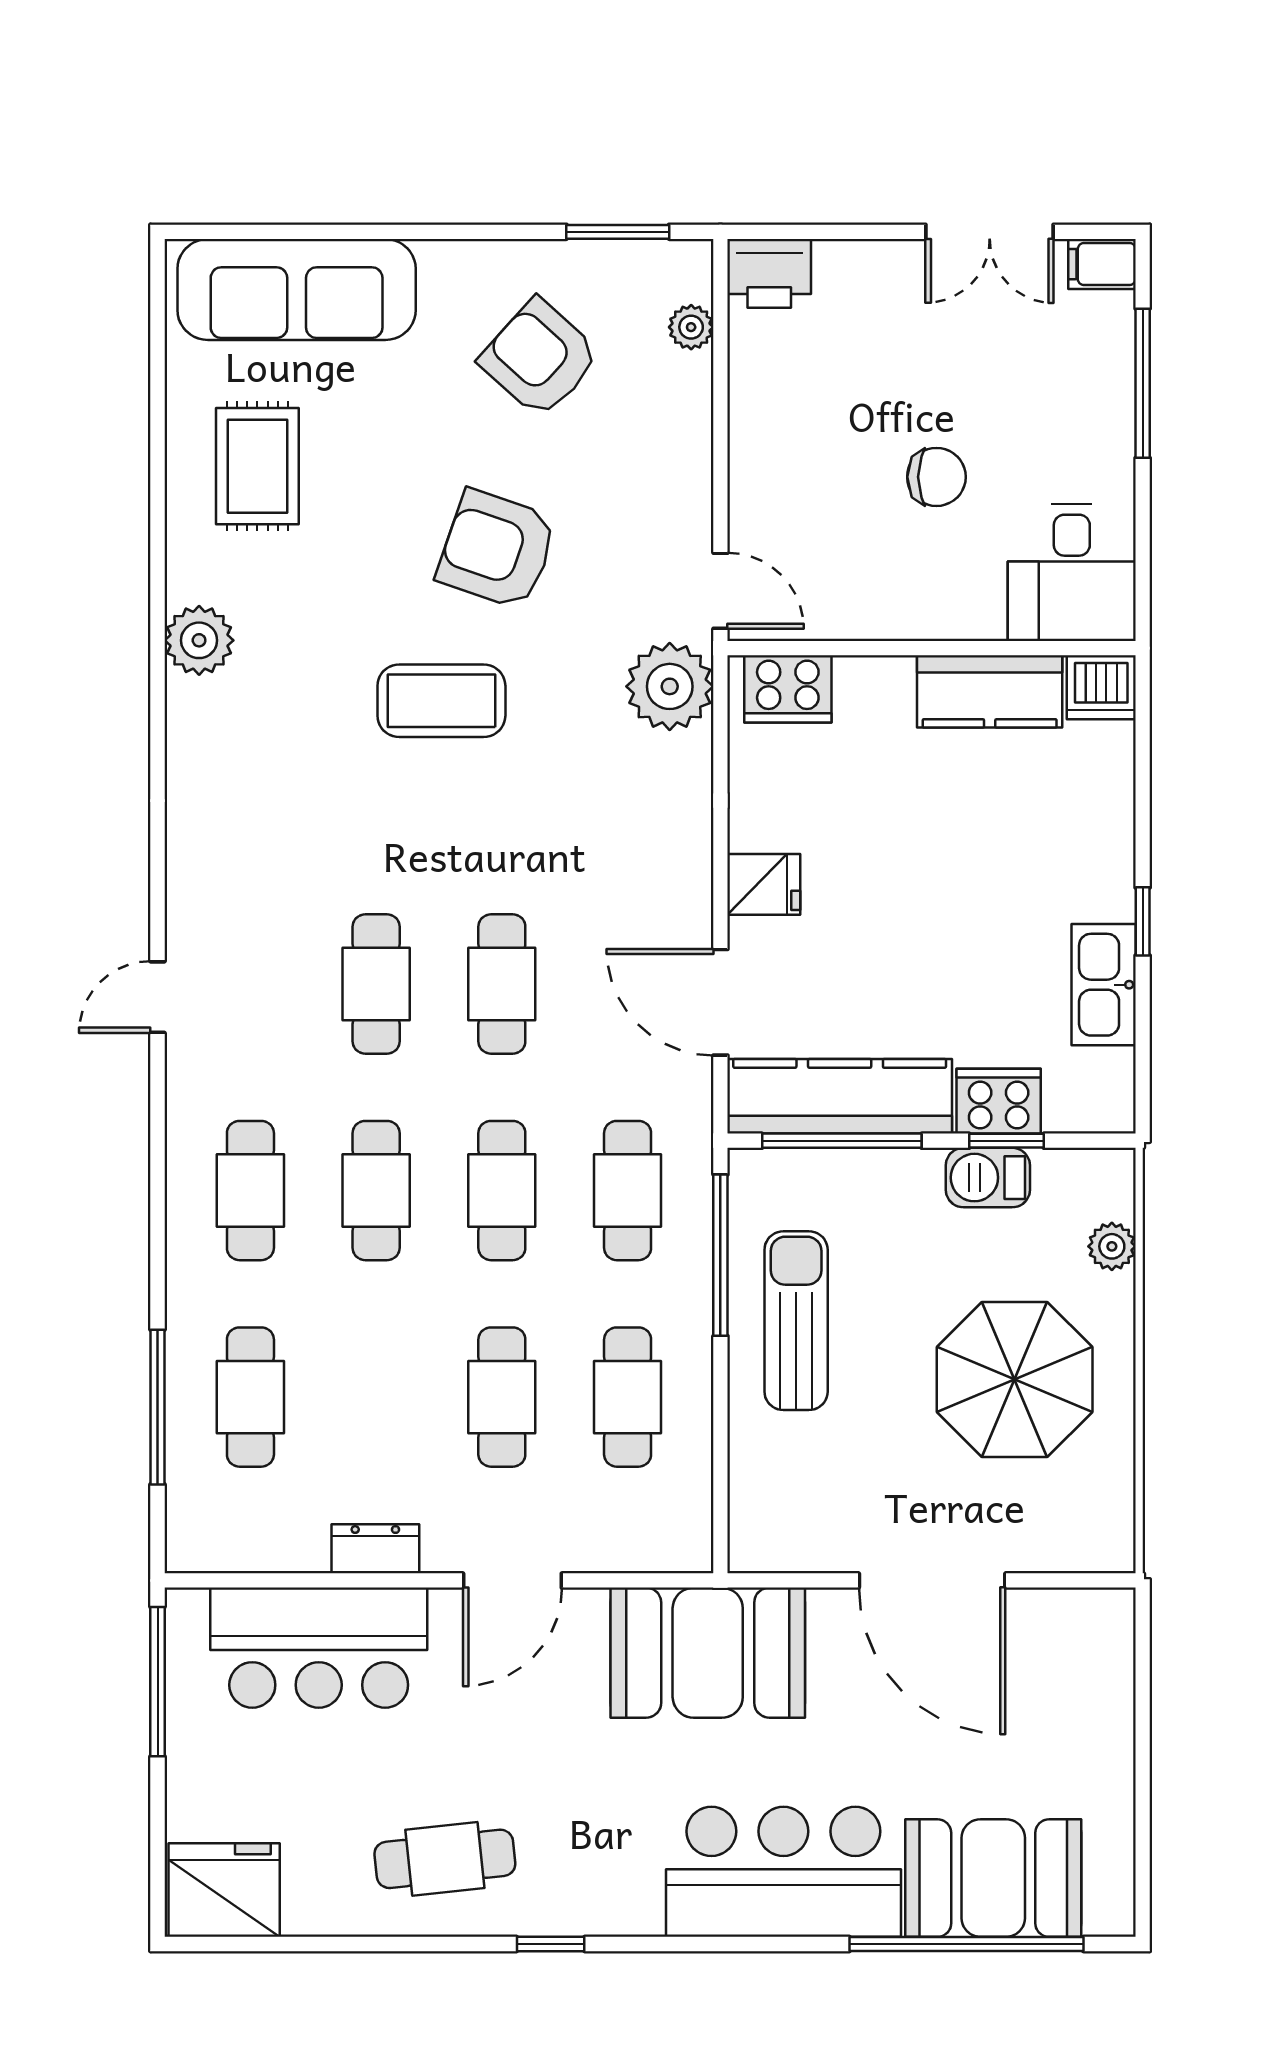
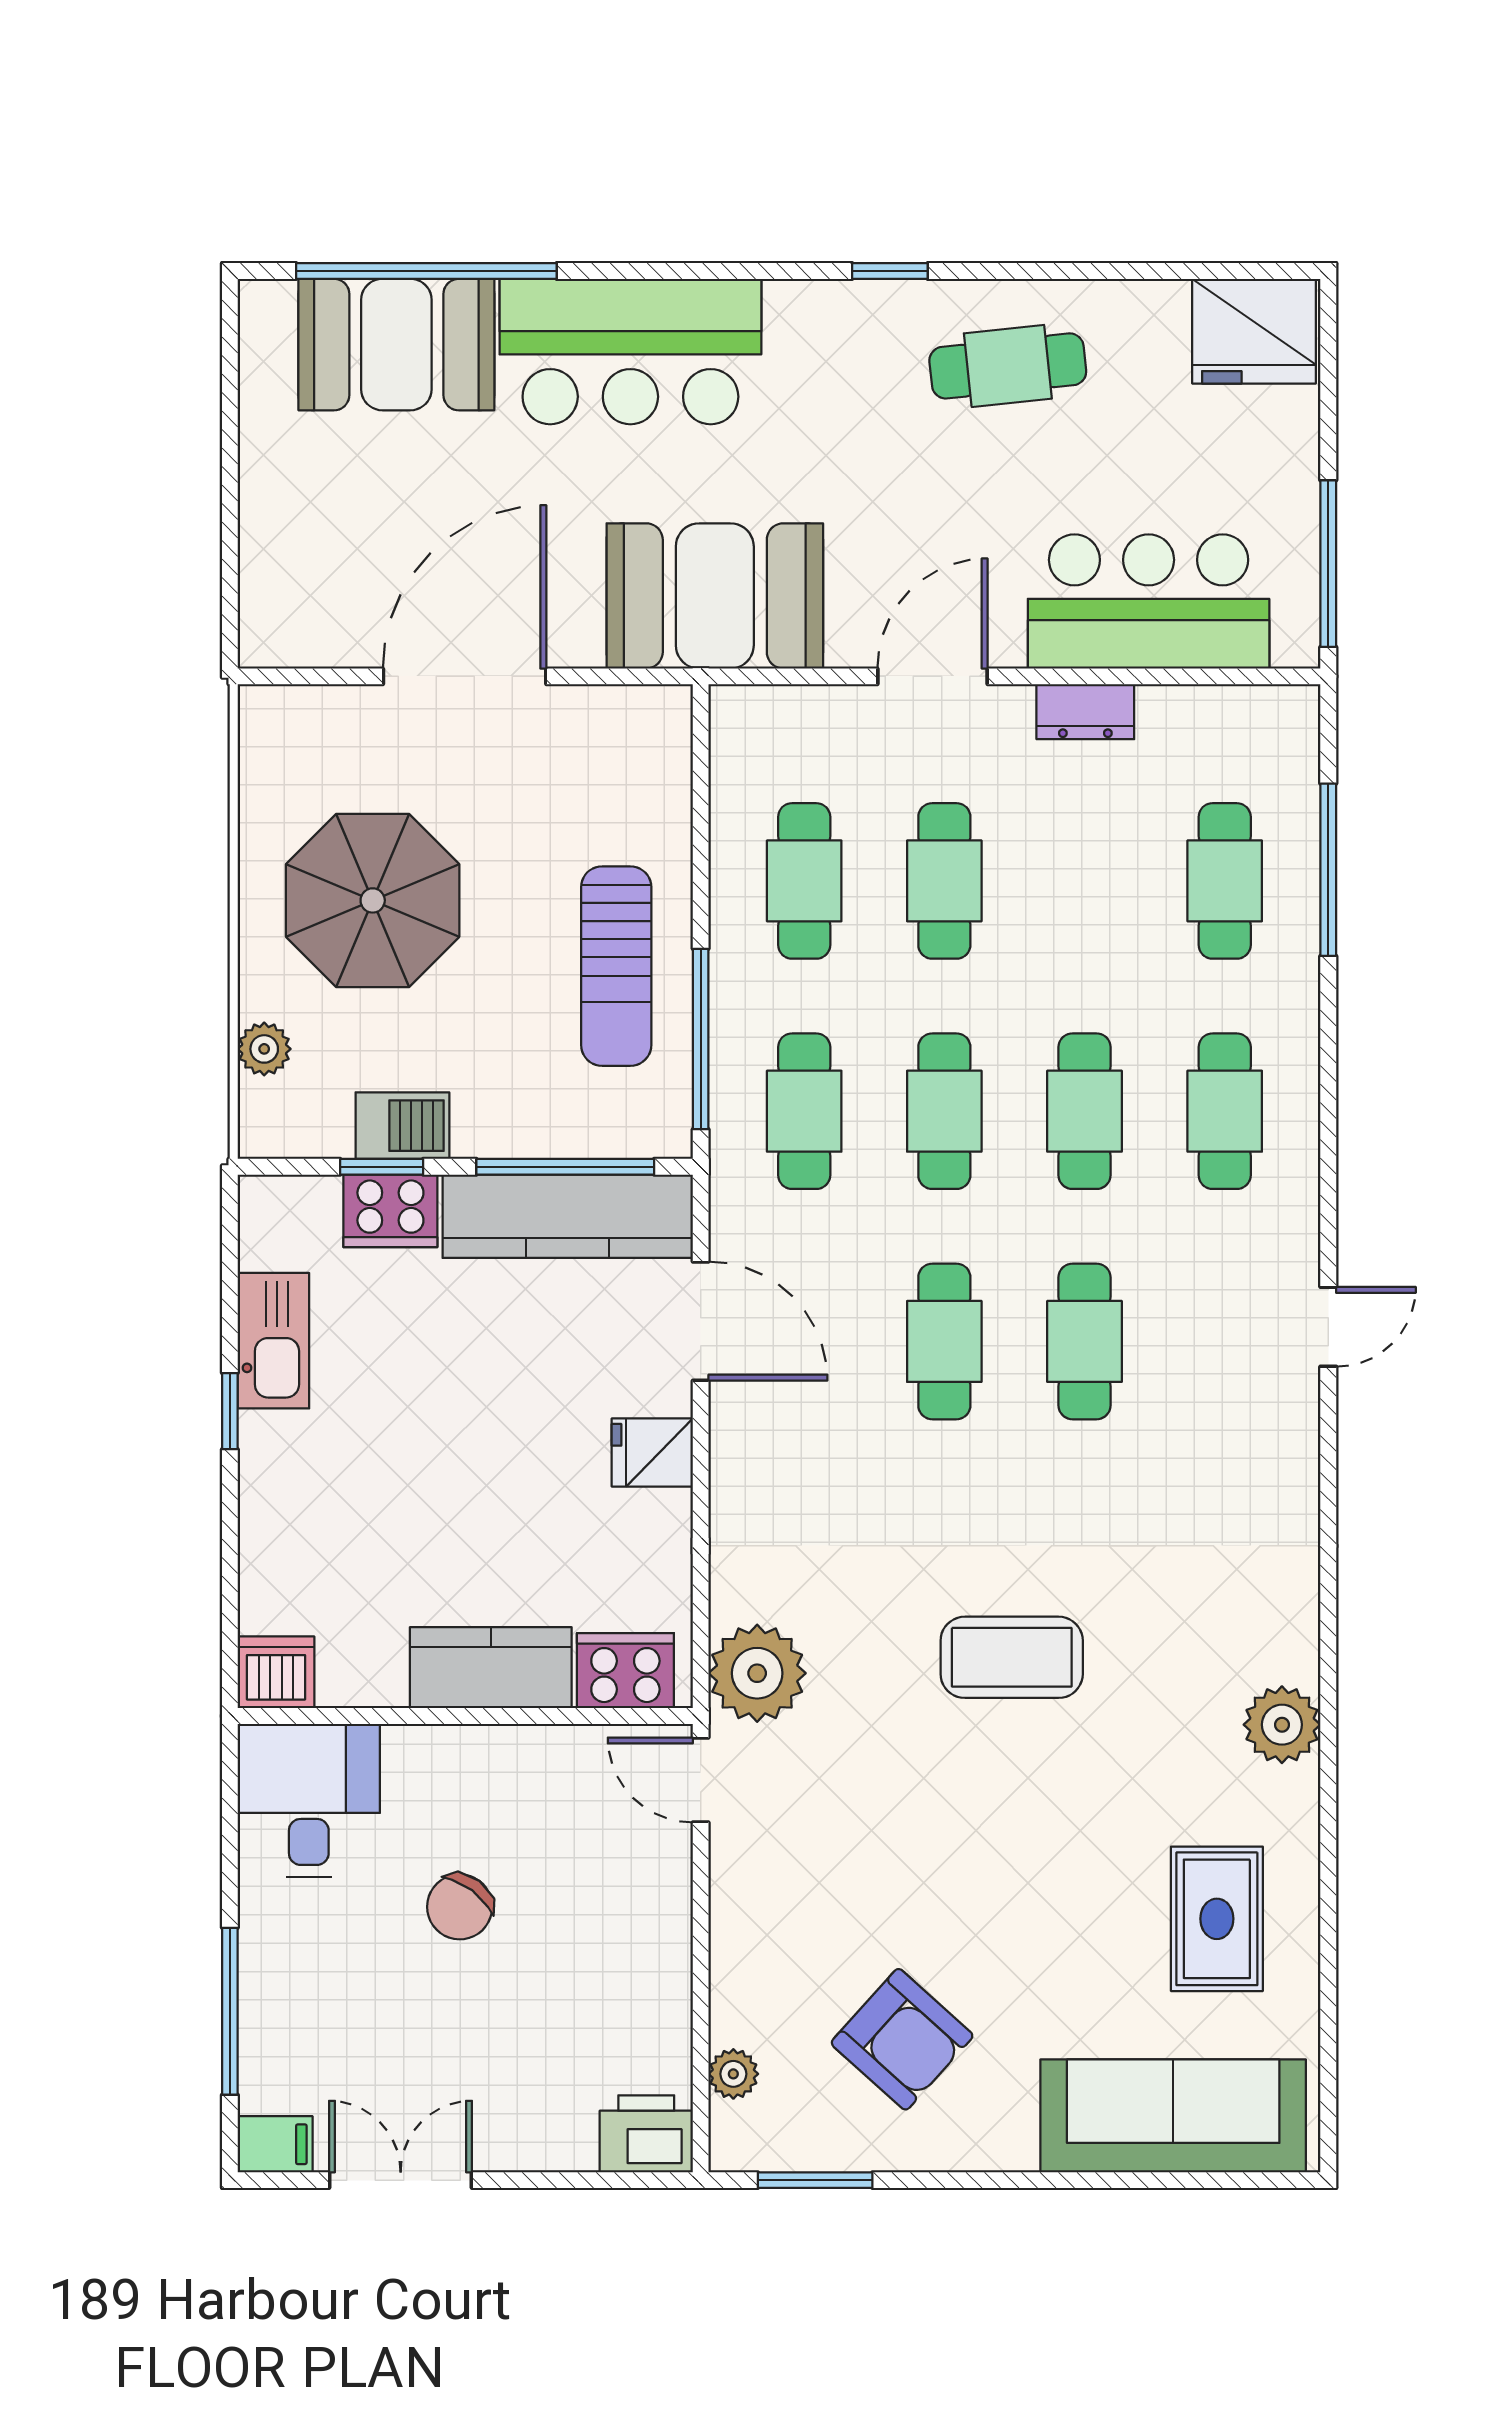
chair: (936, 477) -> (460, 1907), turned -53
armchair: (497, 549) -> (950, 1826), removed
kitchen counter: (990, 691) -> (491, 1668), moved
door: (932, 1580) -> (465, 676), hinge flipped

